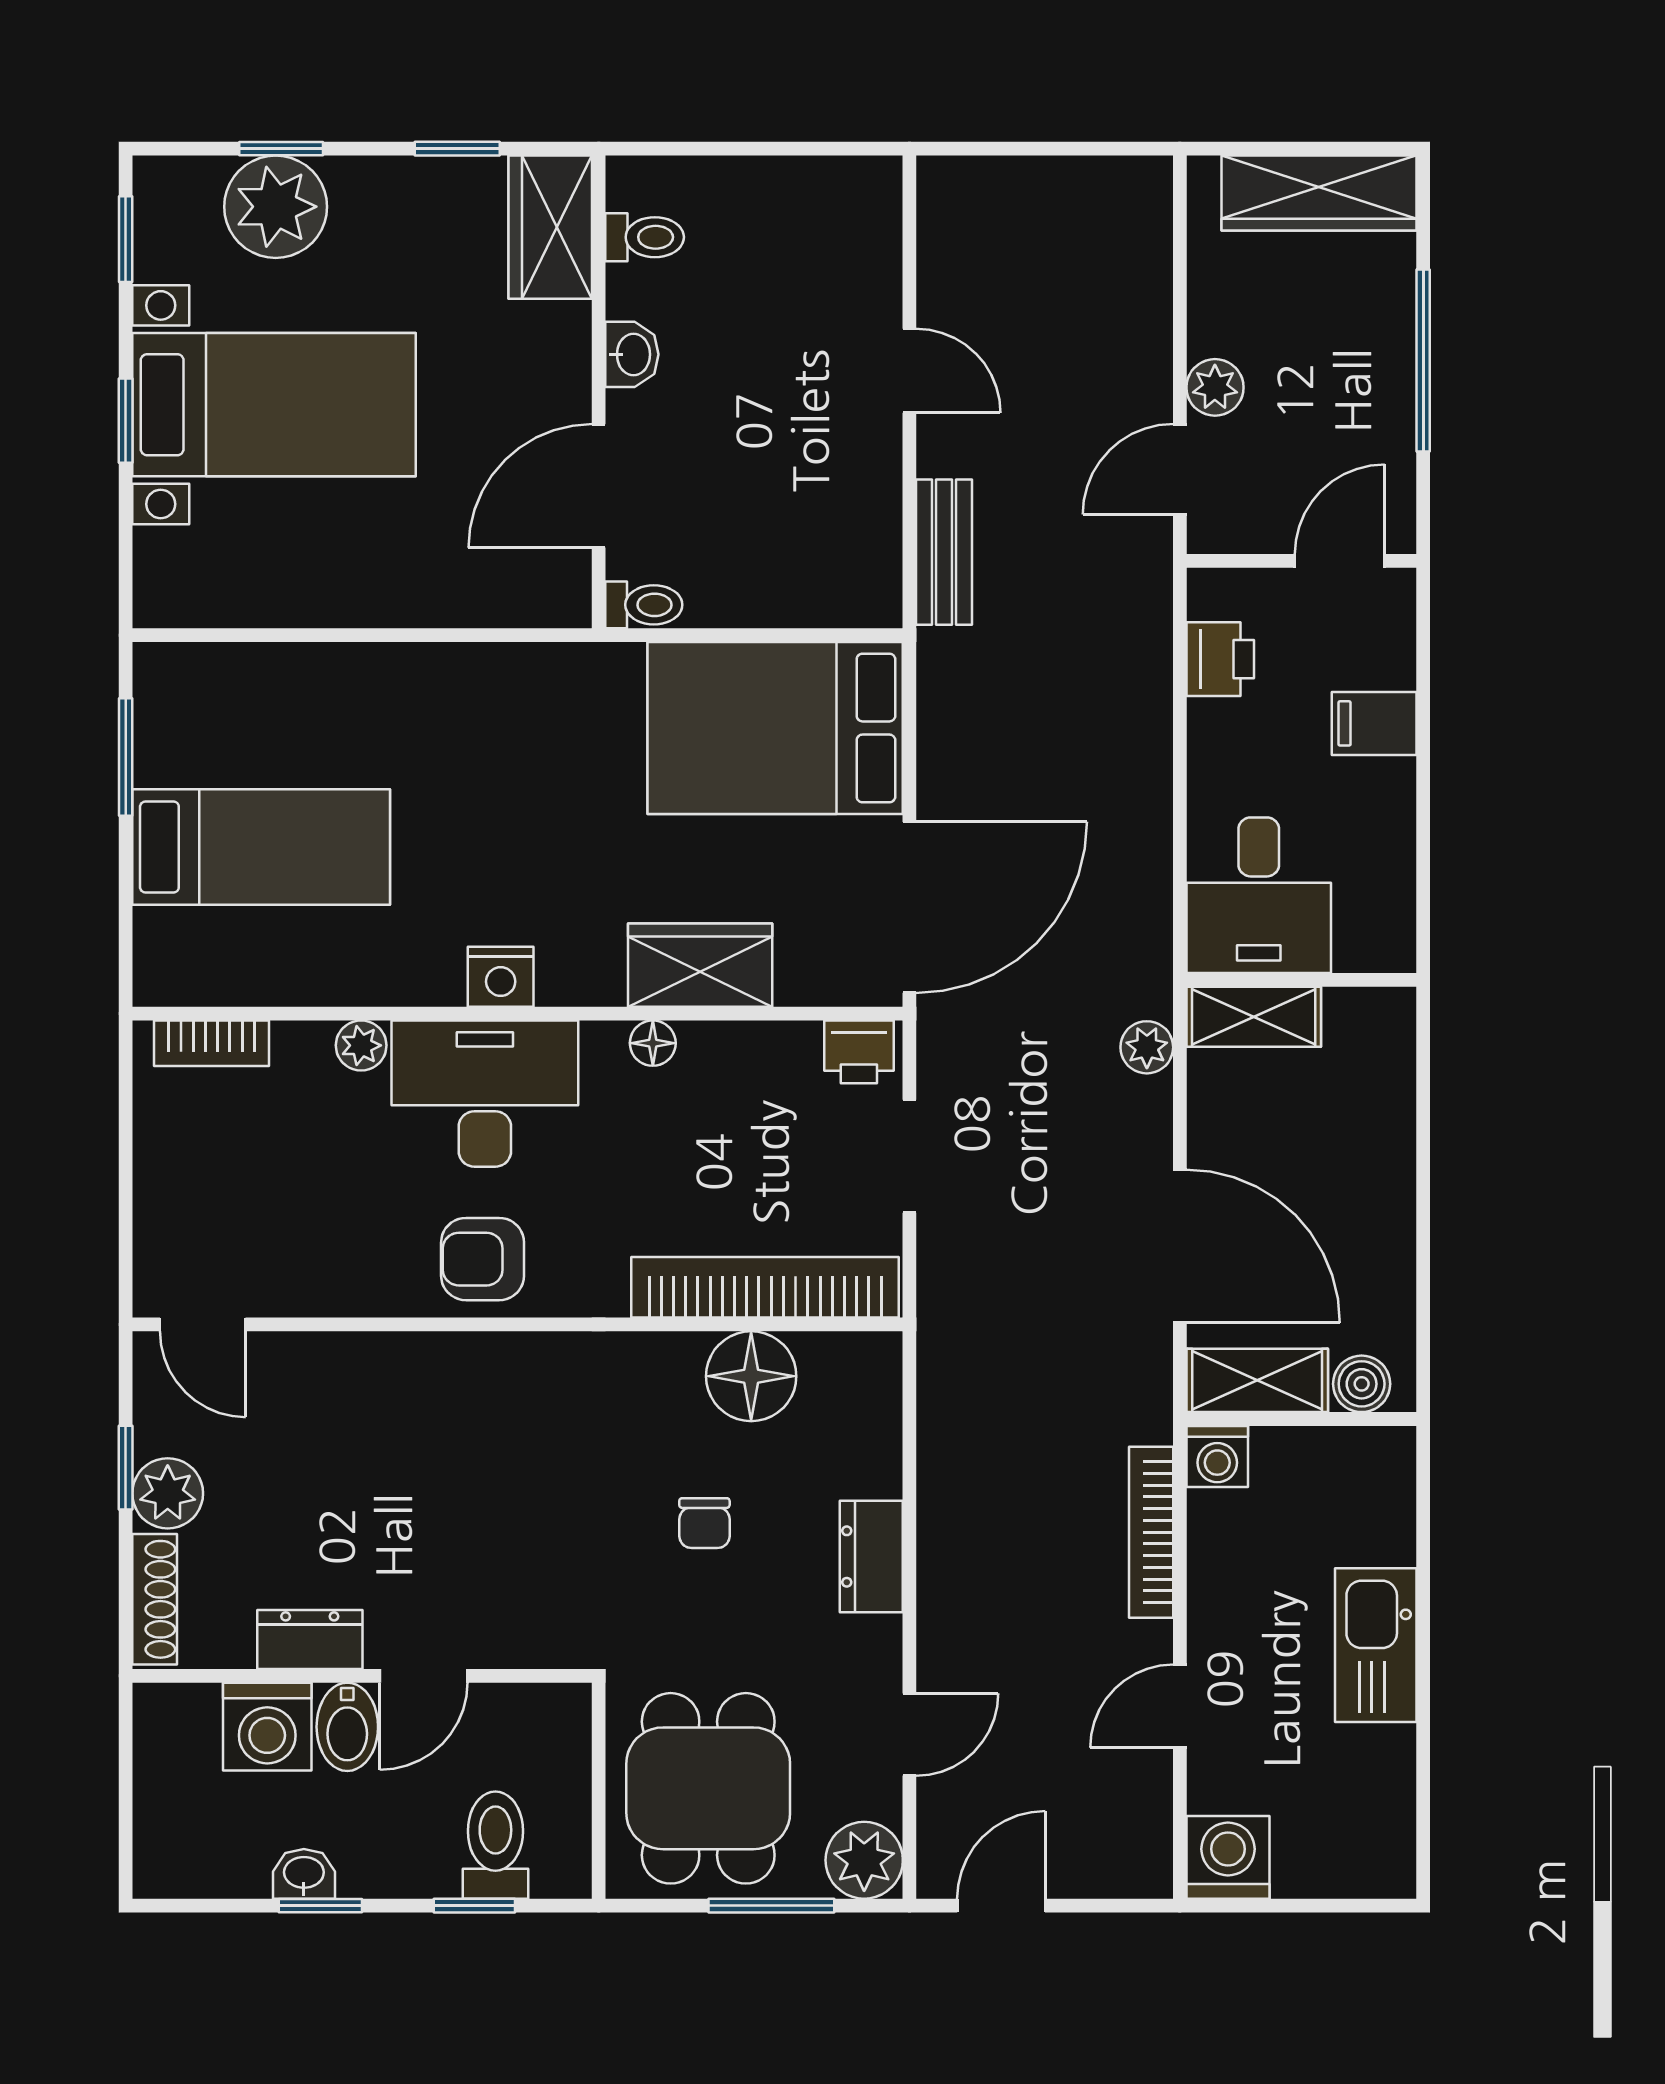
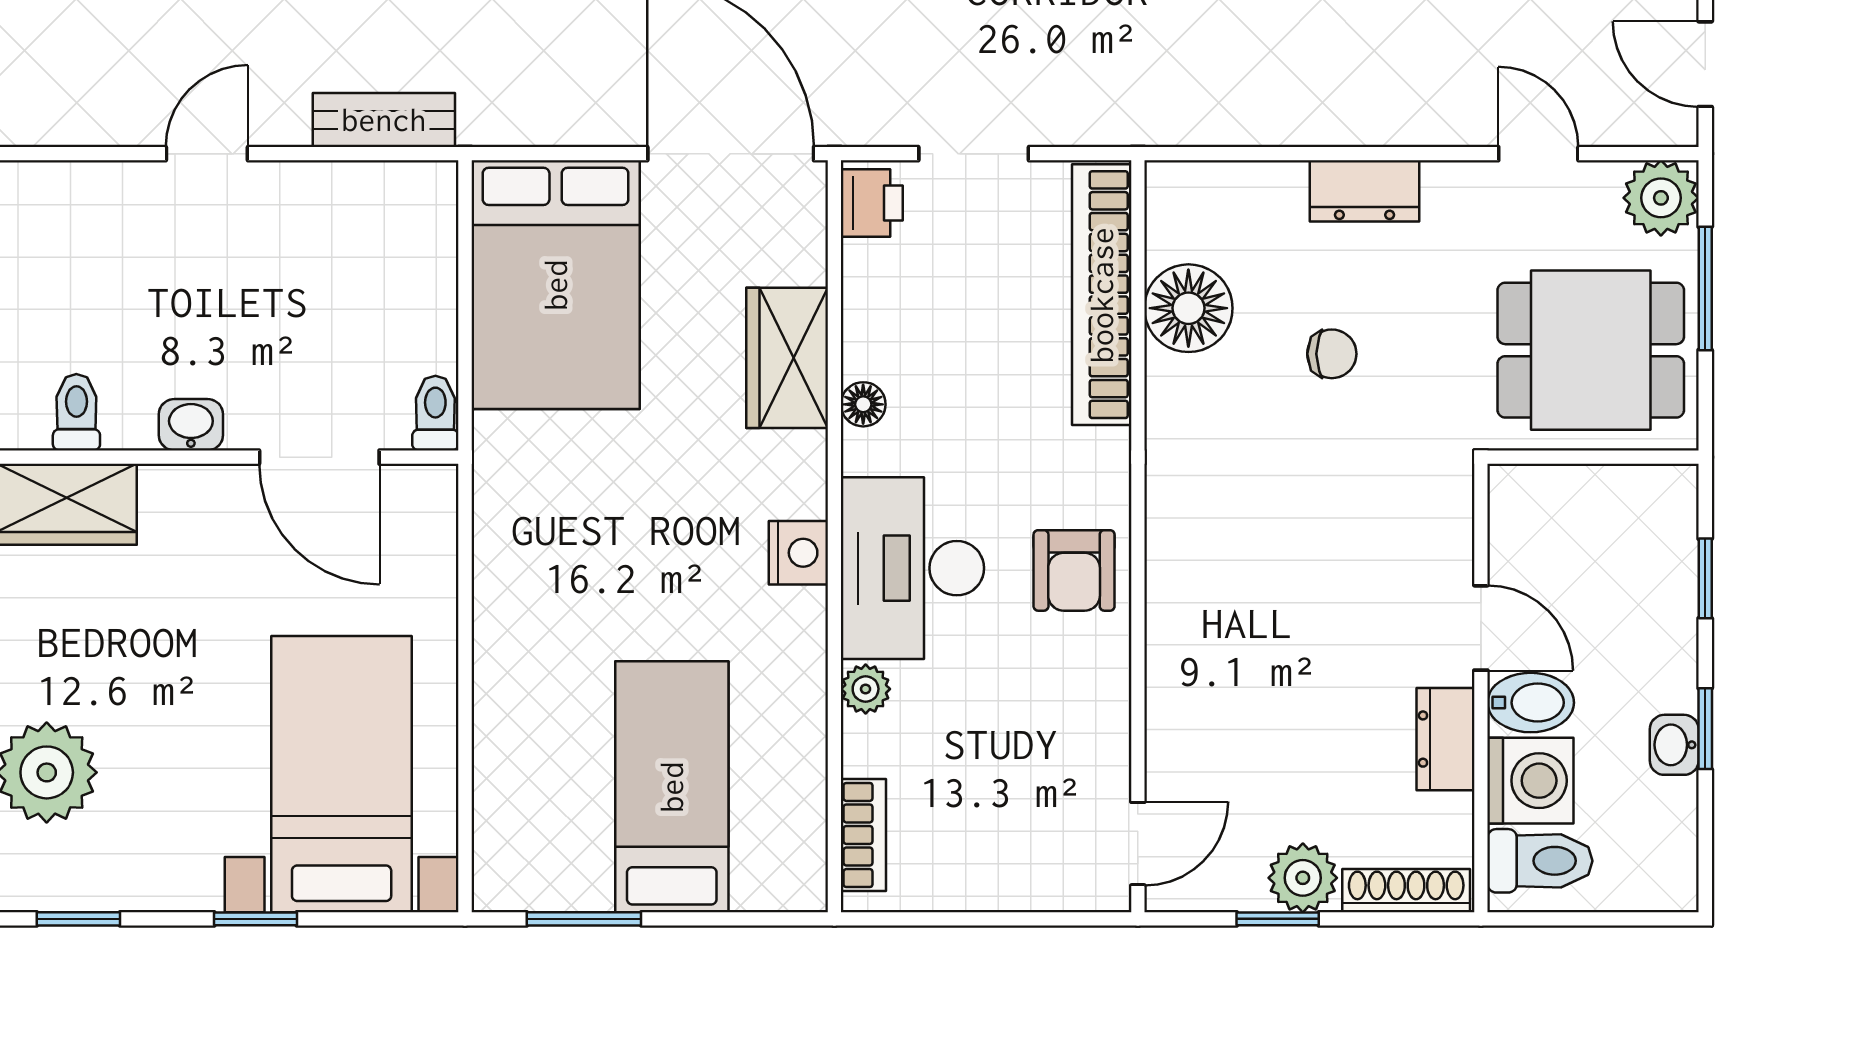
bed with nightstands: (274, 405) -> (342, 774), moved
toilet: (495, 1845) -> (1540, 861), moved, turned 180

